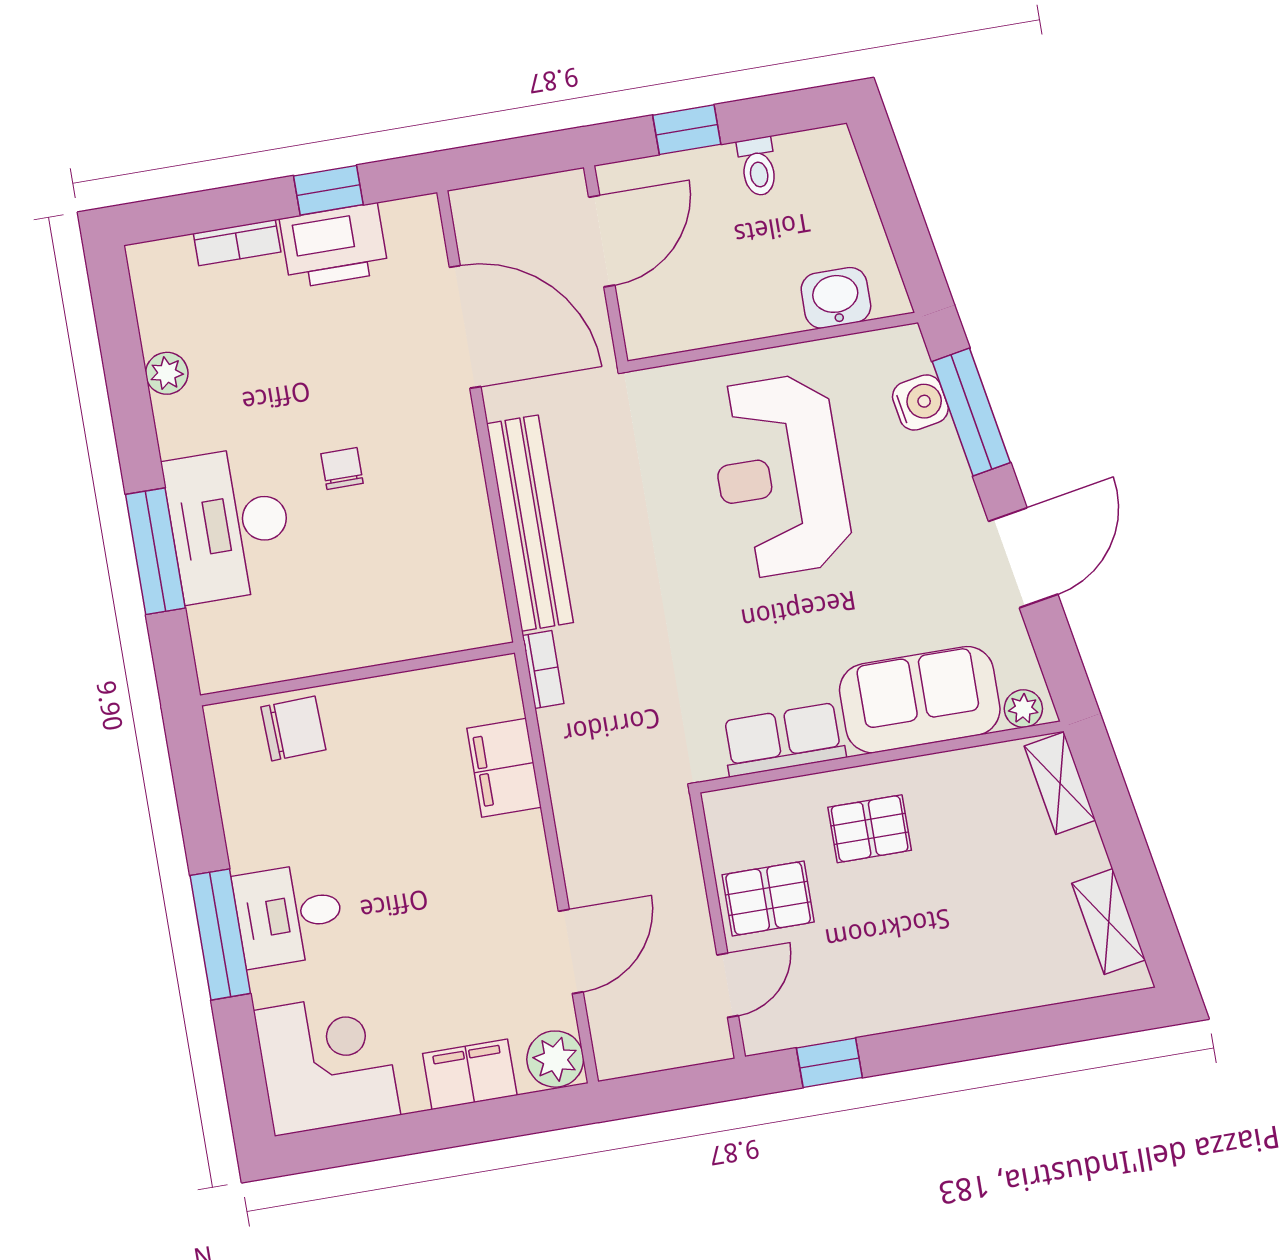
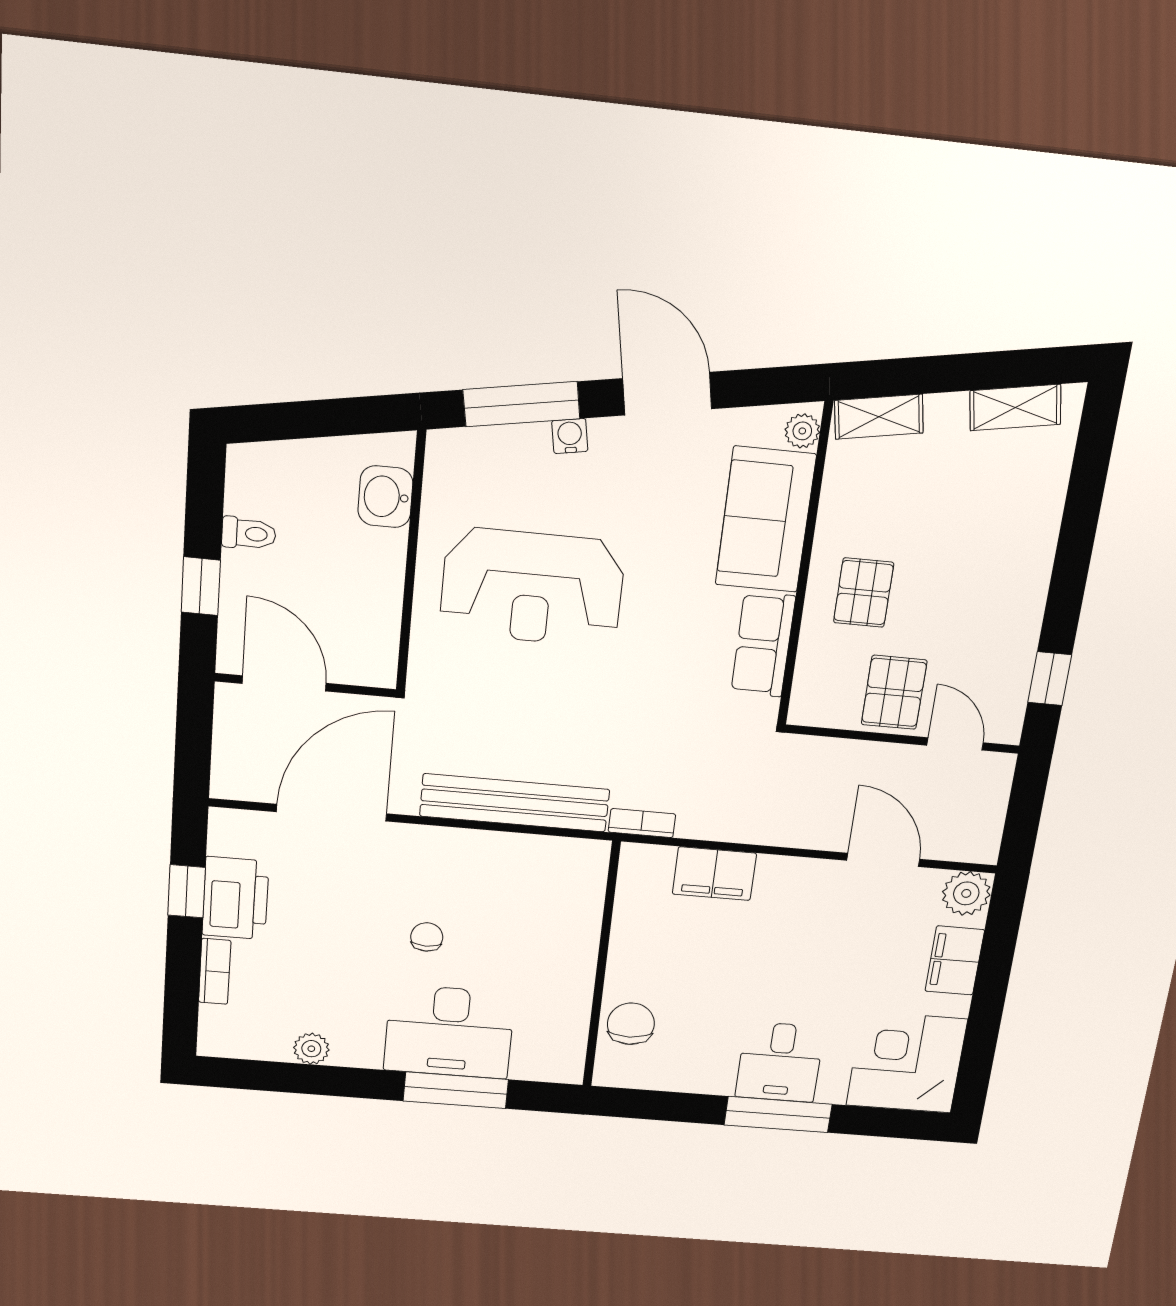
water cooler: (920, 402) -> (570, 436), moved, width x0.72, depth x0.72
chair: (342, 468) -> (427, 937), turned 90

